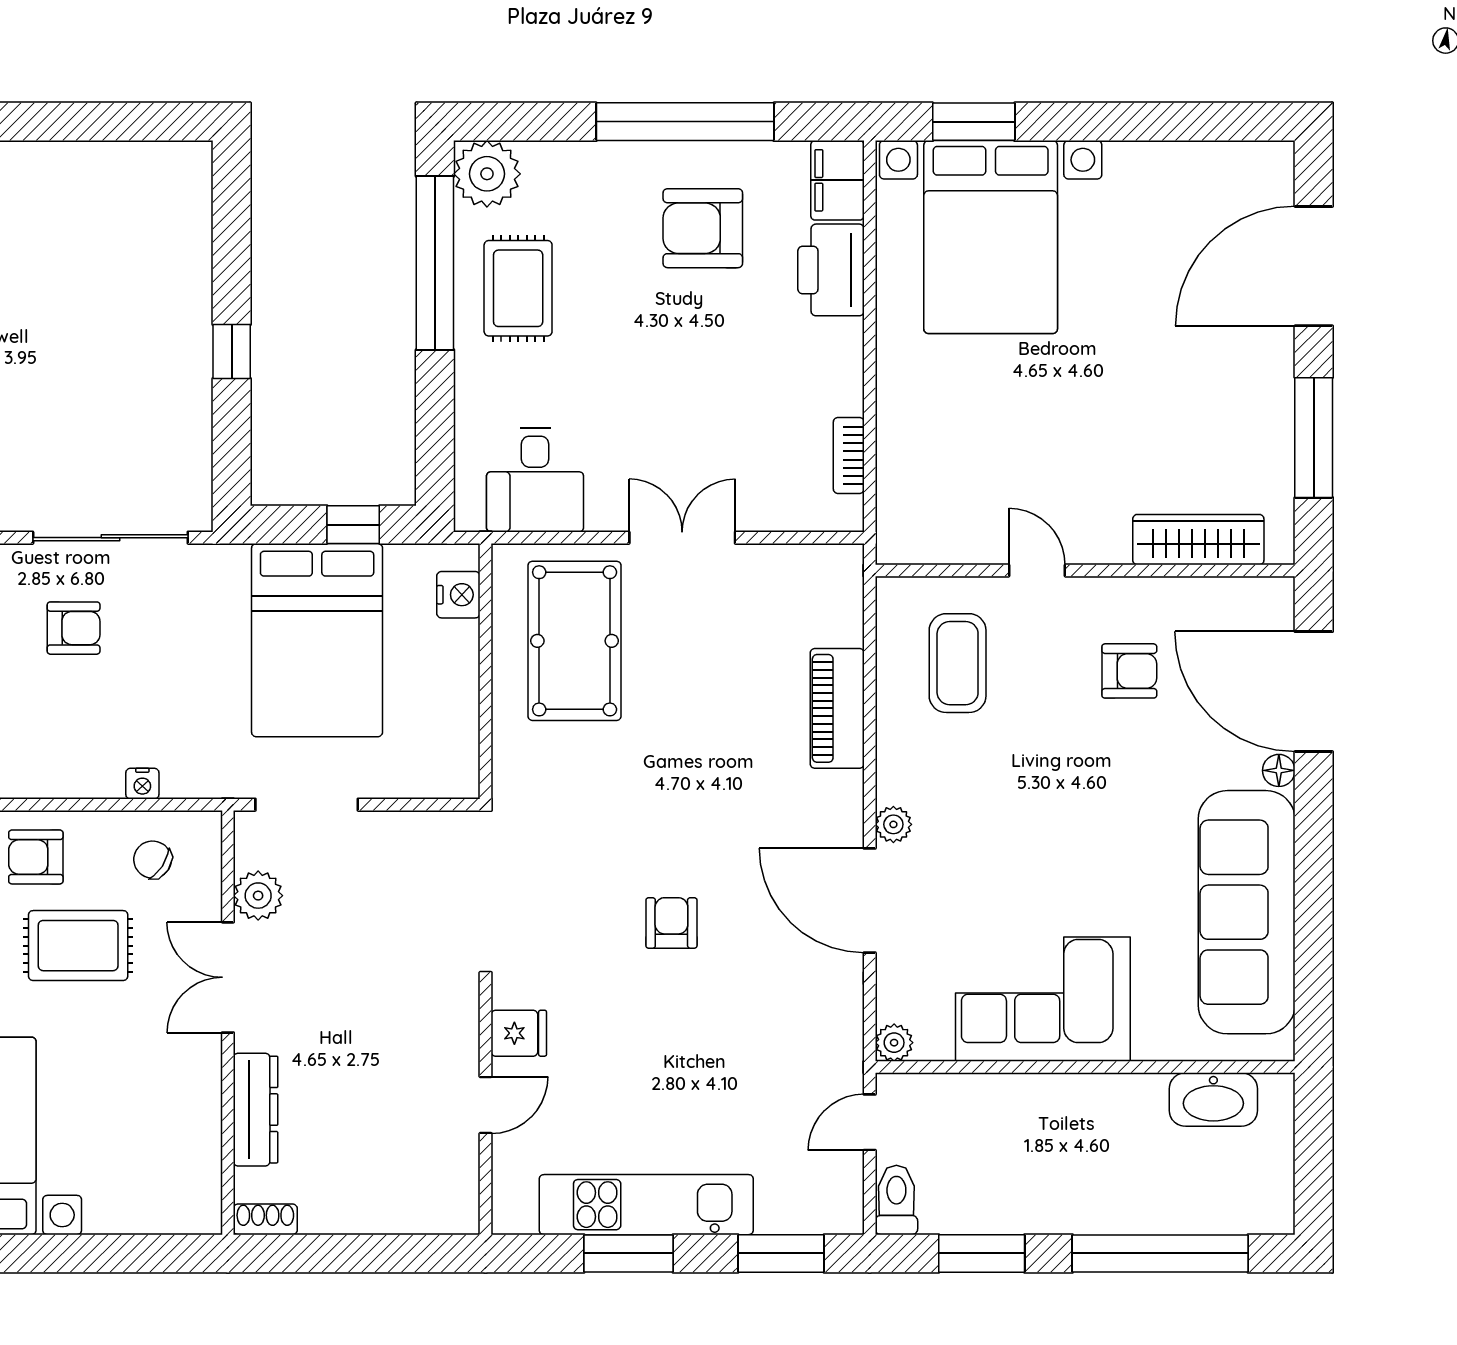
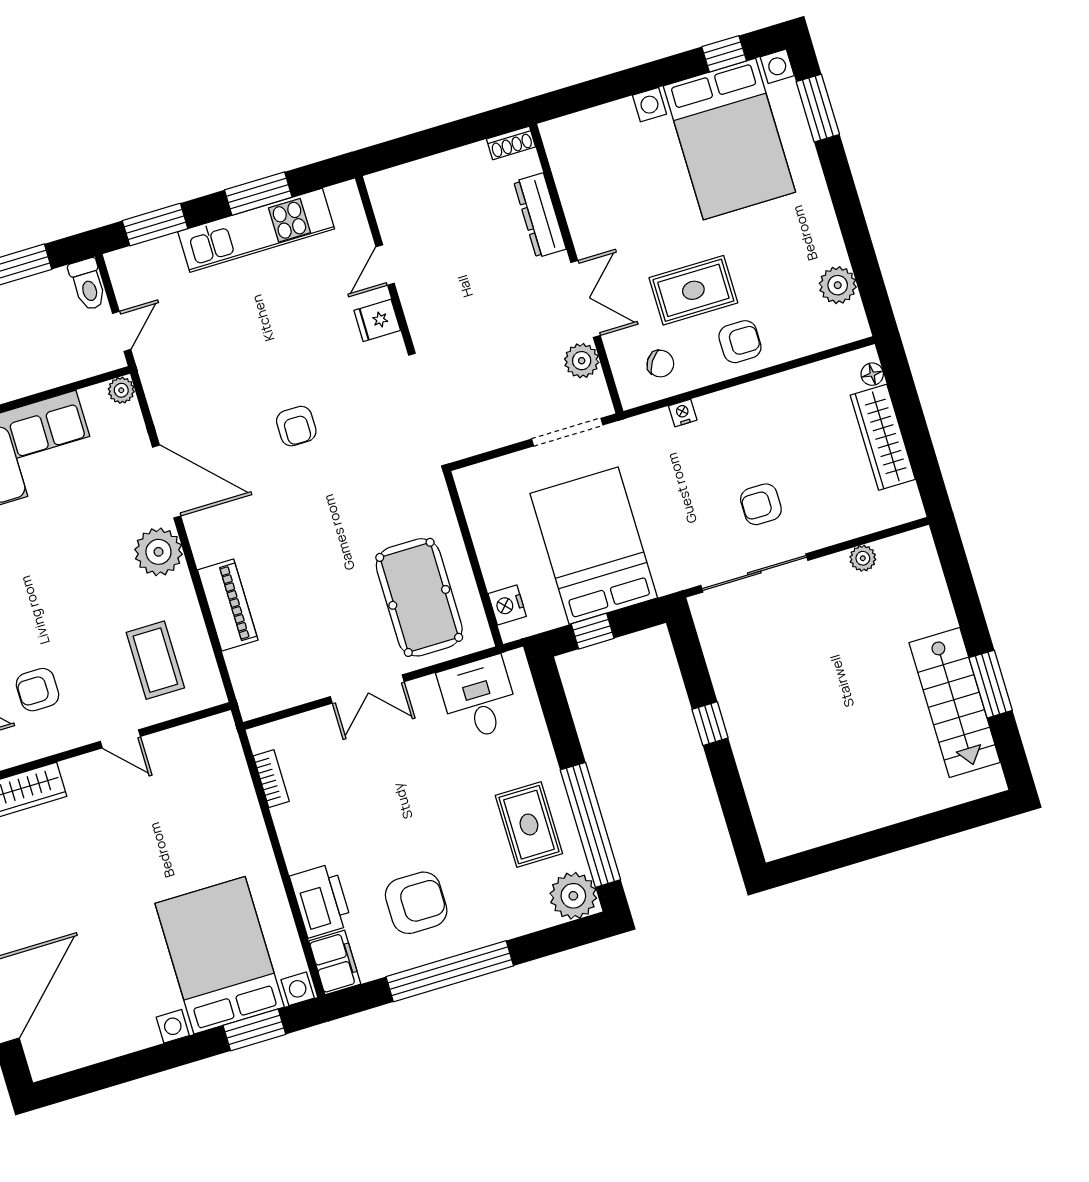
plant: (893, 824) -> (158, 552), width x1.88, depth x1.88

